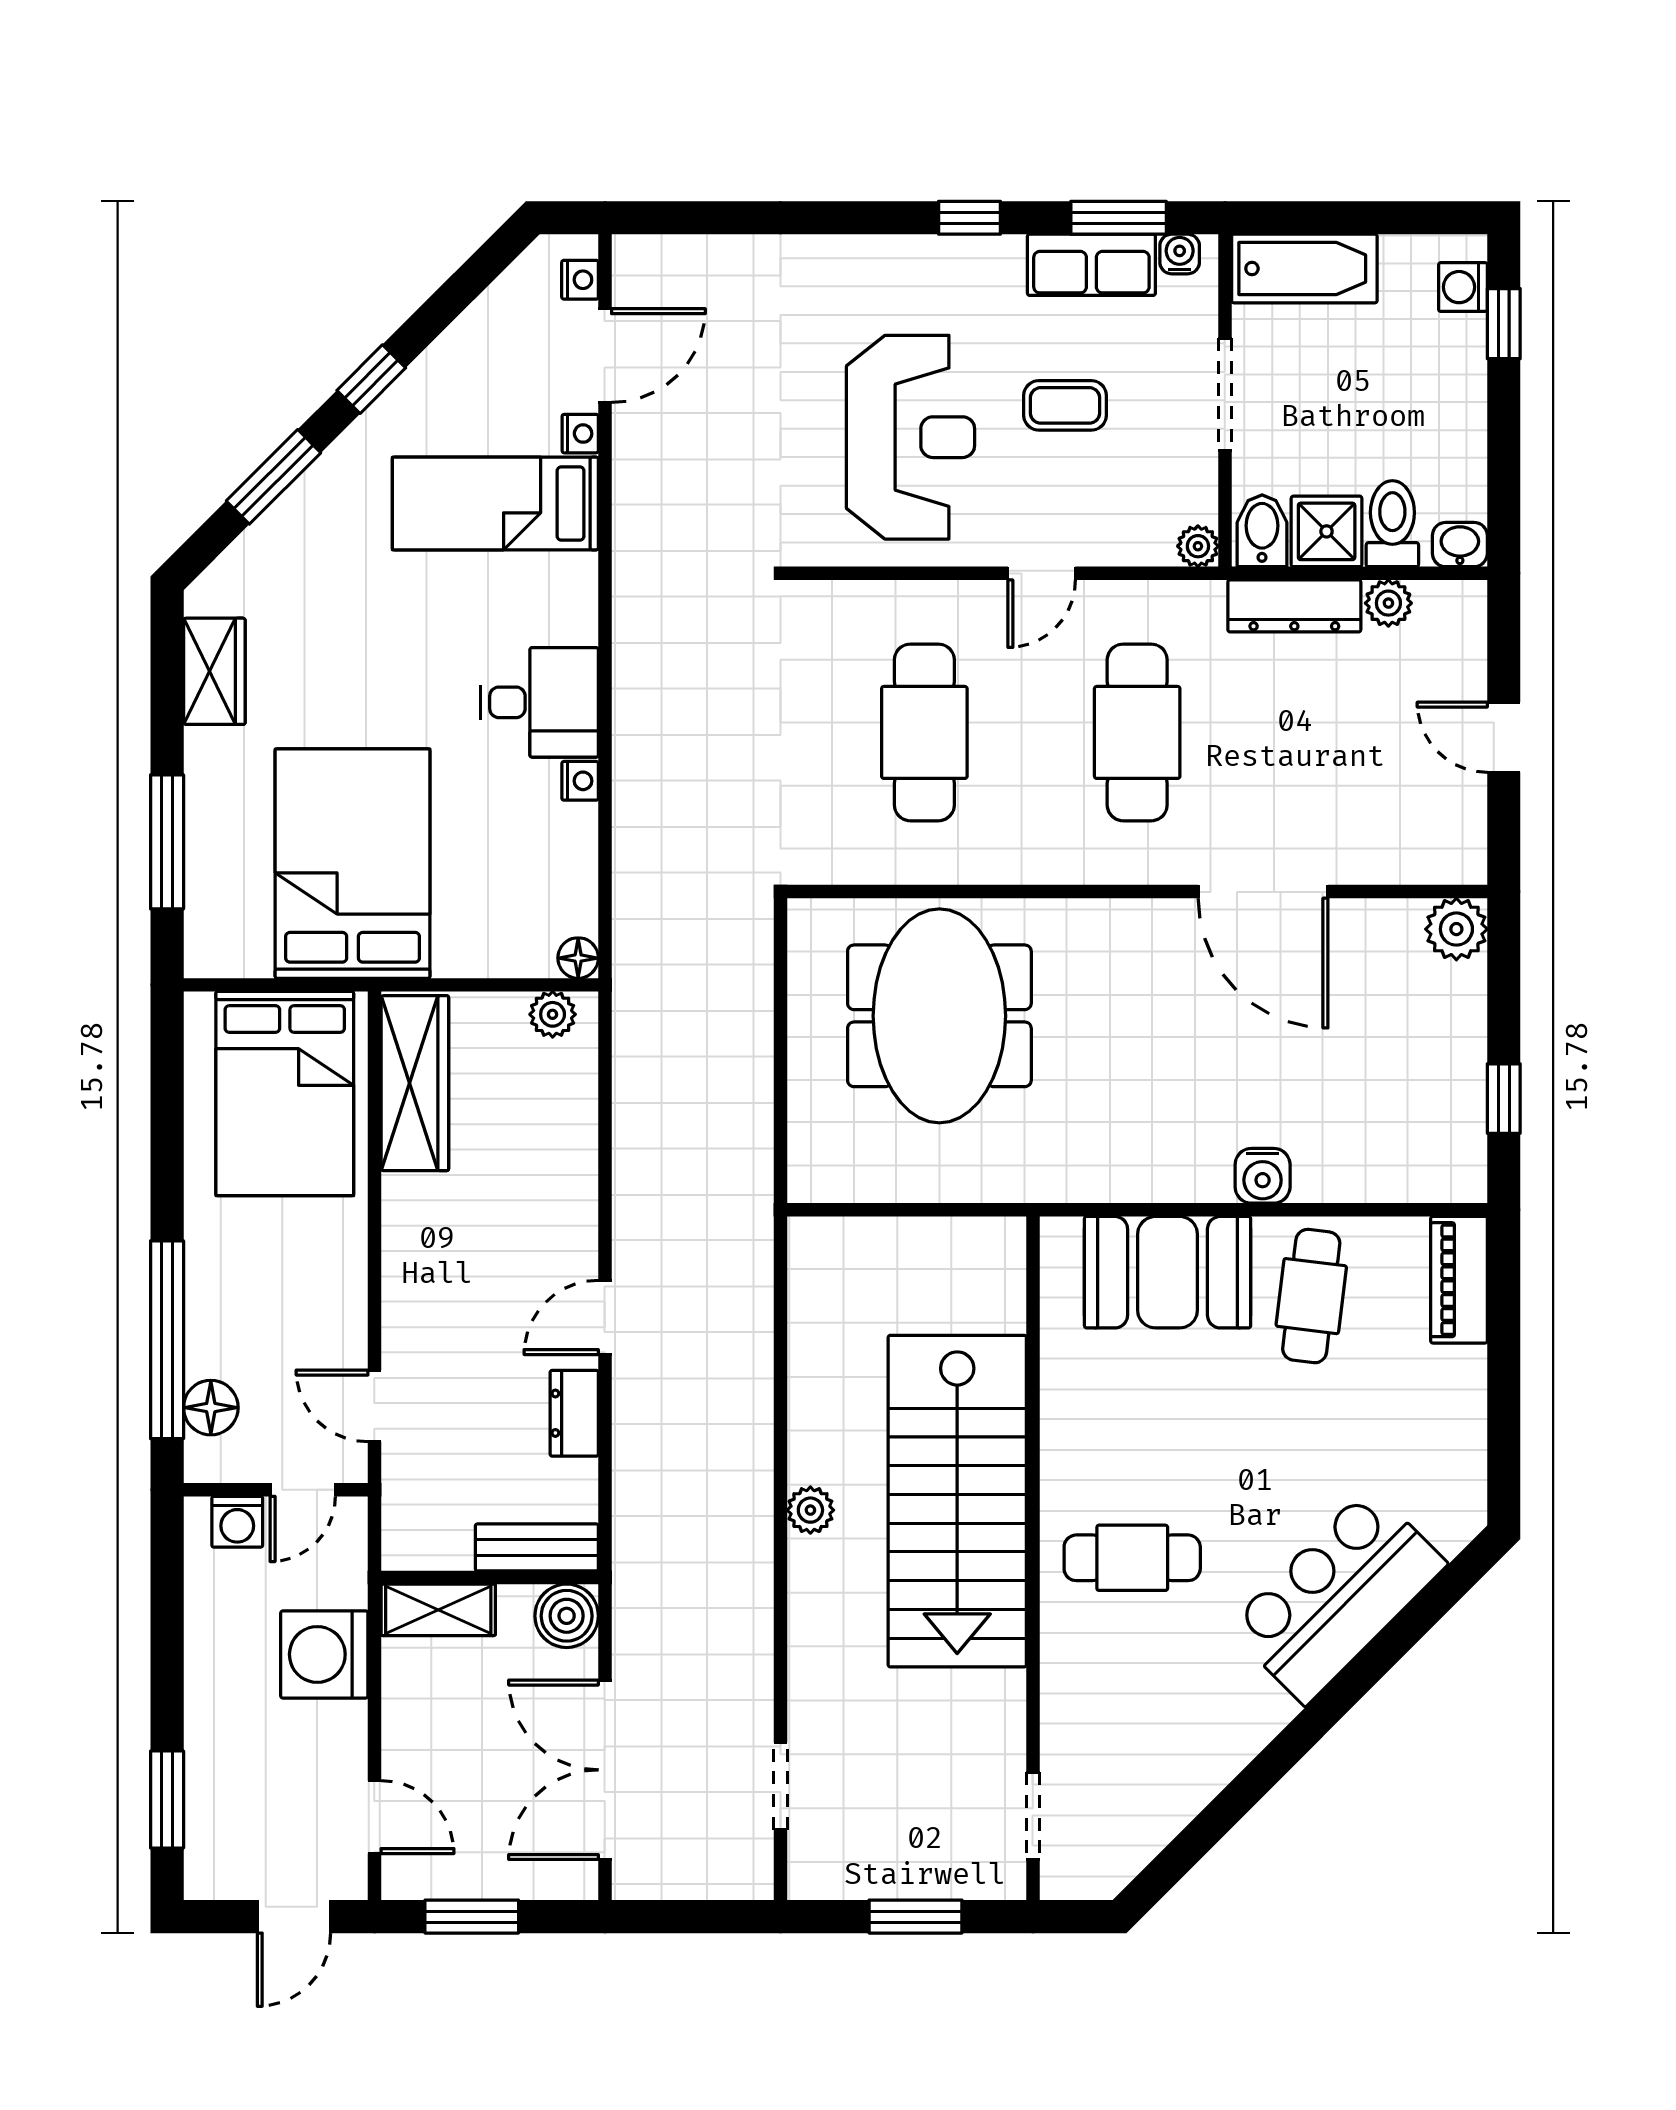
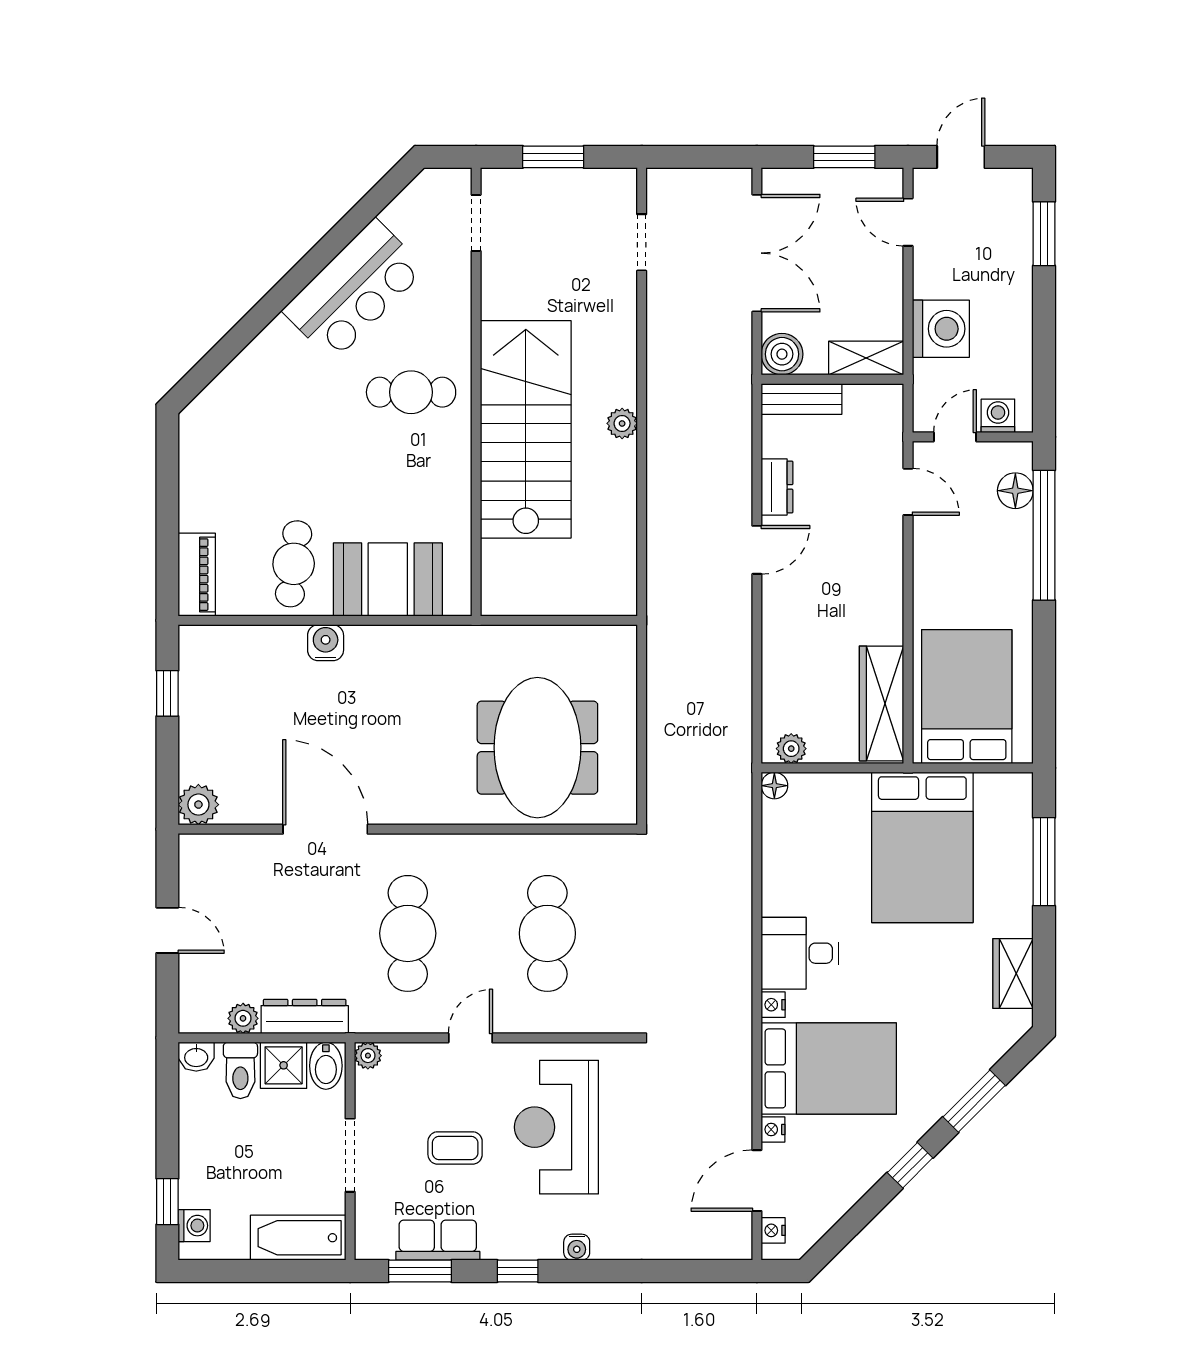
water cooler: (1180, 254) -> (577, 1247), moved
bed: (495, 503) -> (829, 1068), width x1.50
nightstand: (580, 781) -> (773, 1005), moved
bar counter: (1337, 1596) -> (354, 290), moved

